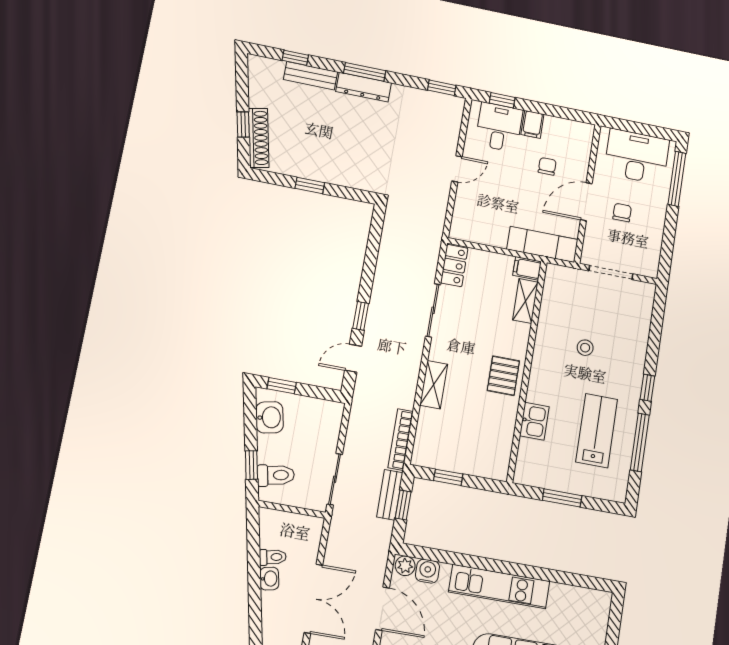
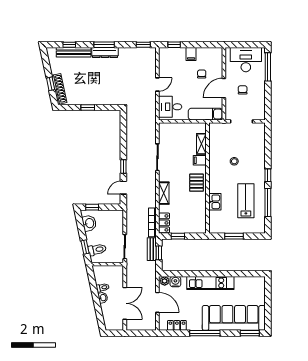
bench: (310, 76) -> (74, 52), width x1.36
desk: (499, 127) -> (170, 107), moved, turned -90
locker: (454, 266) -> (164, 223), moved
filing cabinet: (527, 268) -> (200, 160), moved

